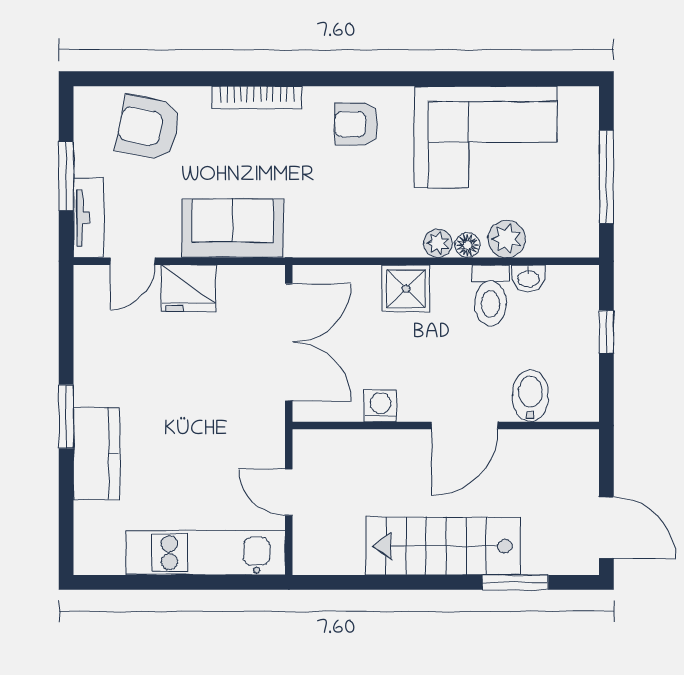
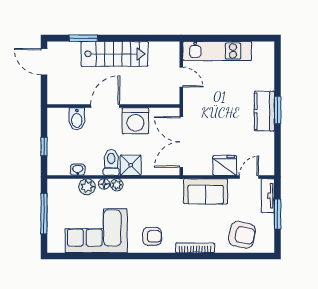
toilet: (490, 295) -> (111, 162), moved
washing machine: (381, 406) -> (135, 121), width x1.89, depth x1.89
kitchen counter: (96, 454) -> (264, 111), moved

